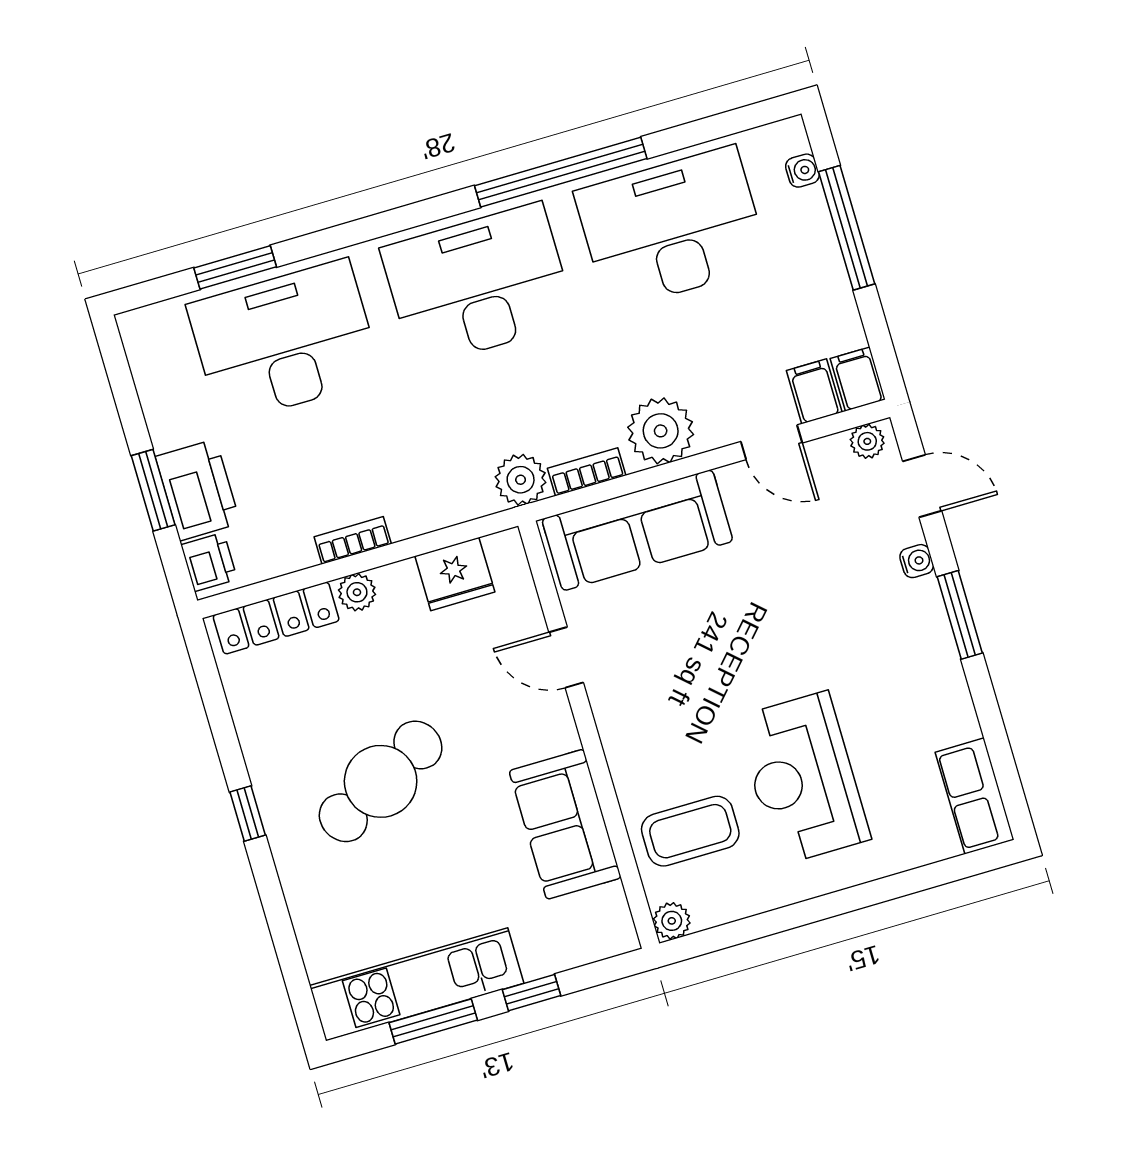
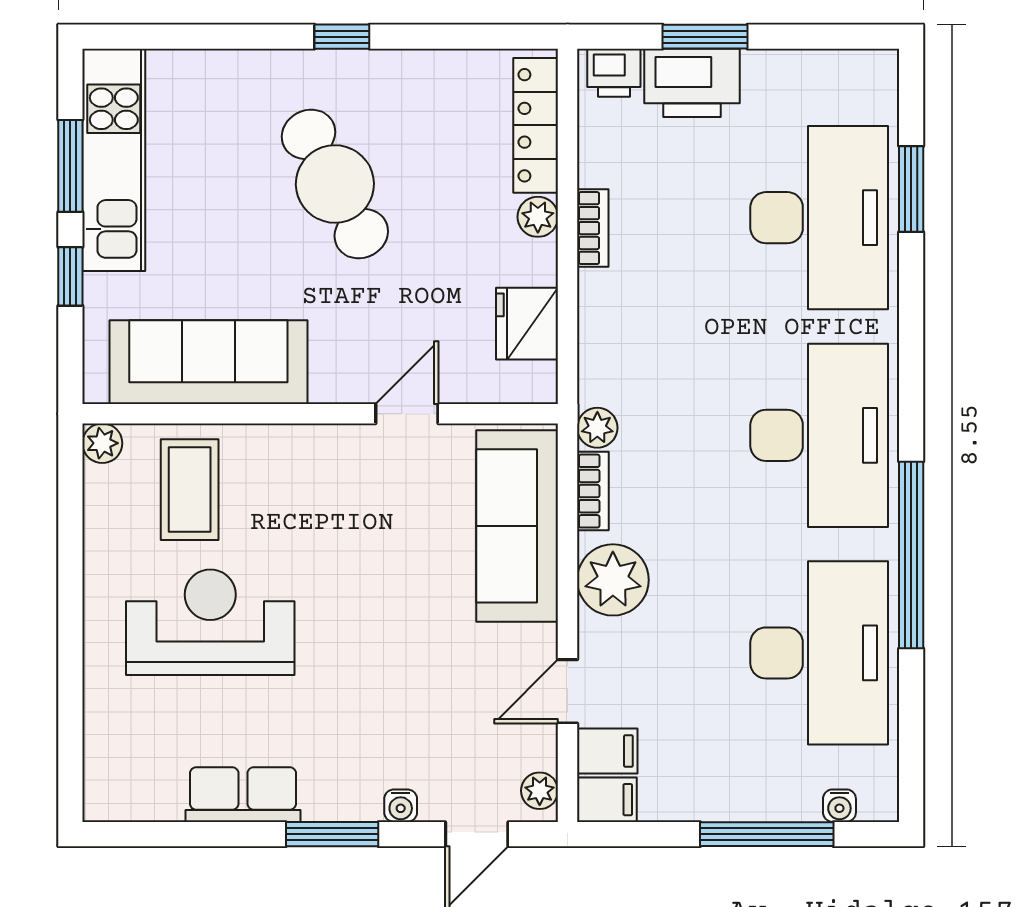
plant: (521, 480) -> (597, 428), width x0.73, depth x0.73
row of seats: (975, 796) -> (243, 795), moved
sofa: (565, 824) -> (208, 362), width x1.36

